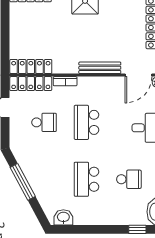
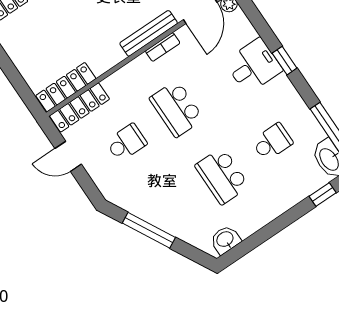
bookcase: (65, 81) -> (163, 47), moved

